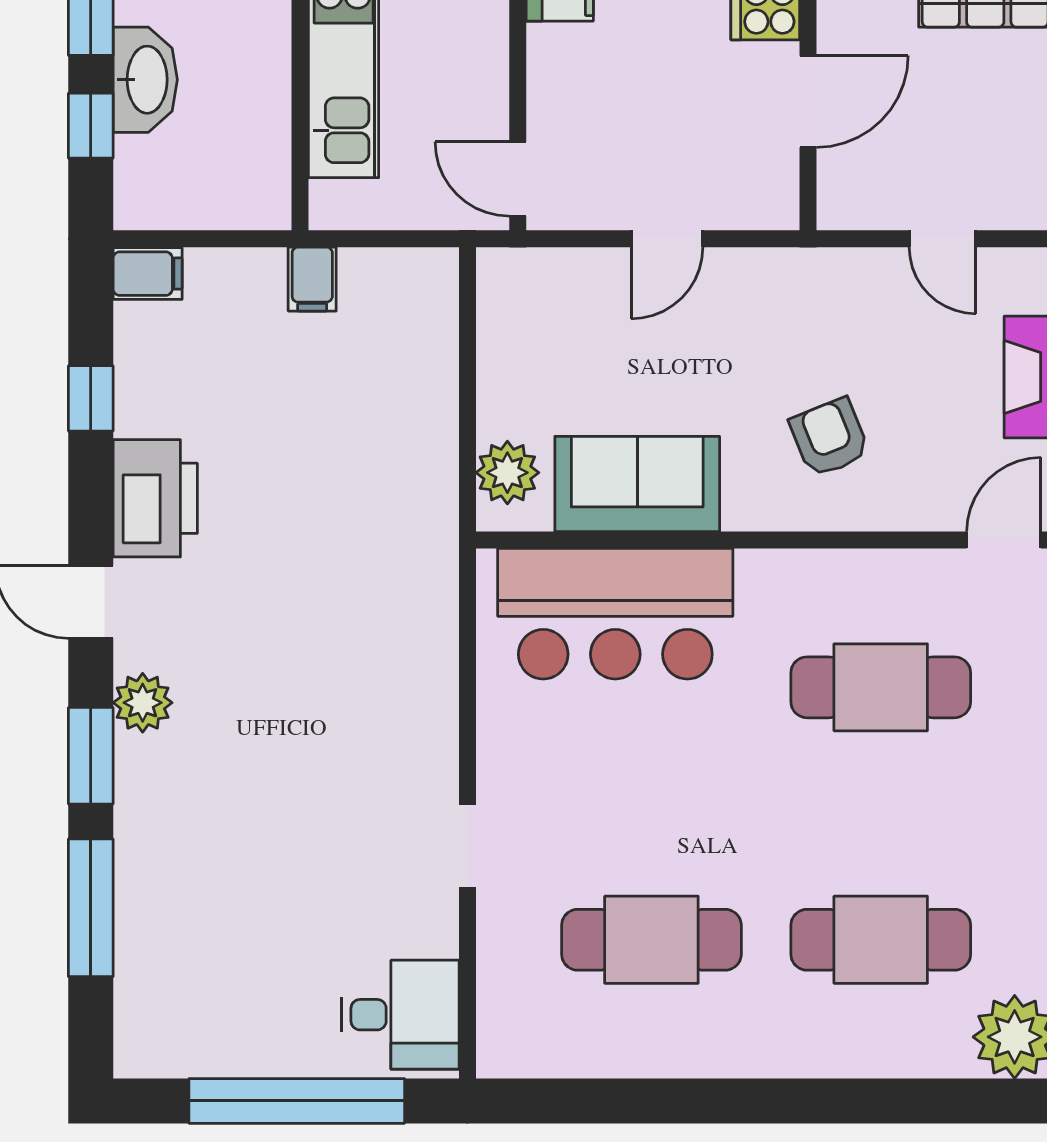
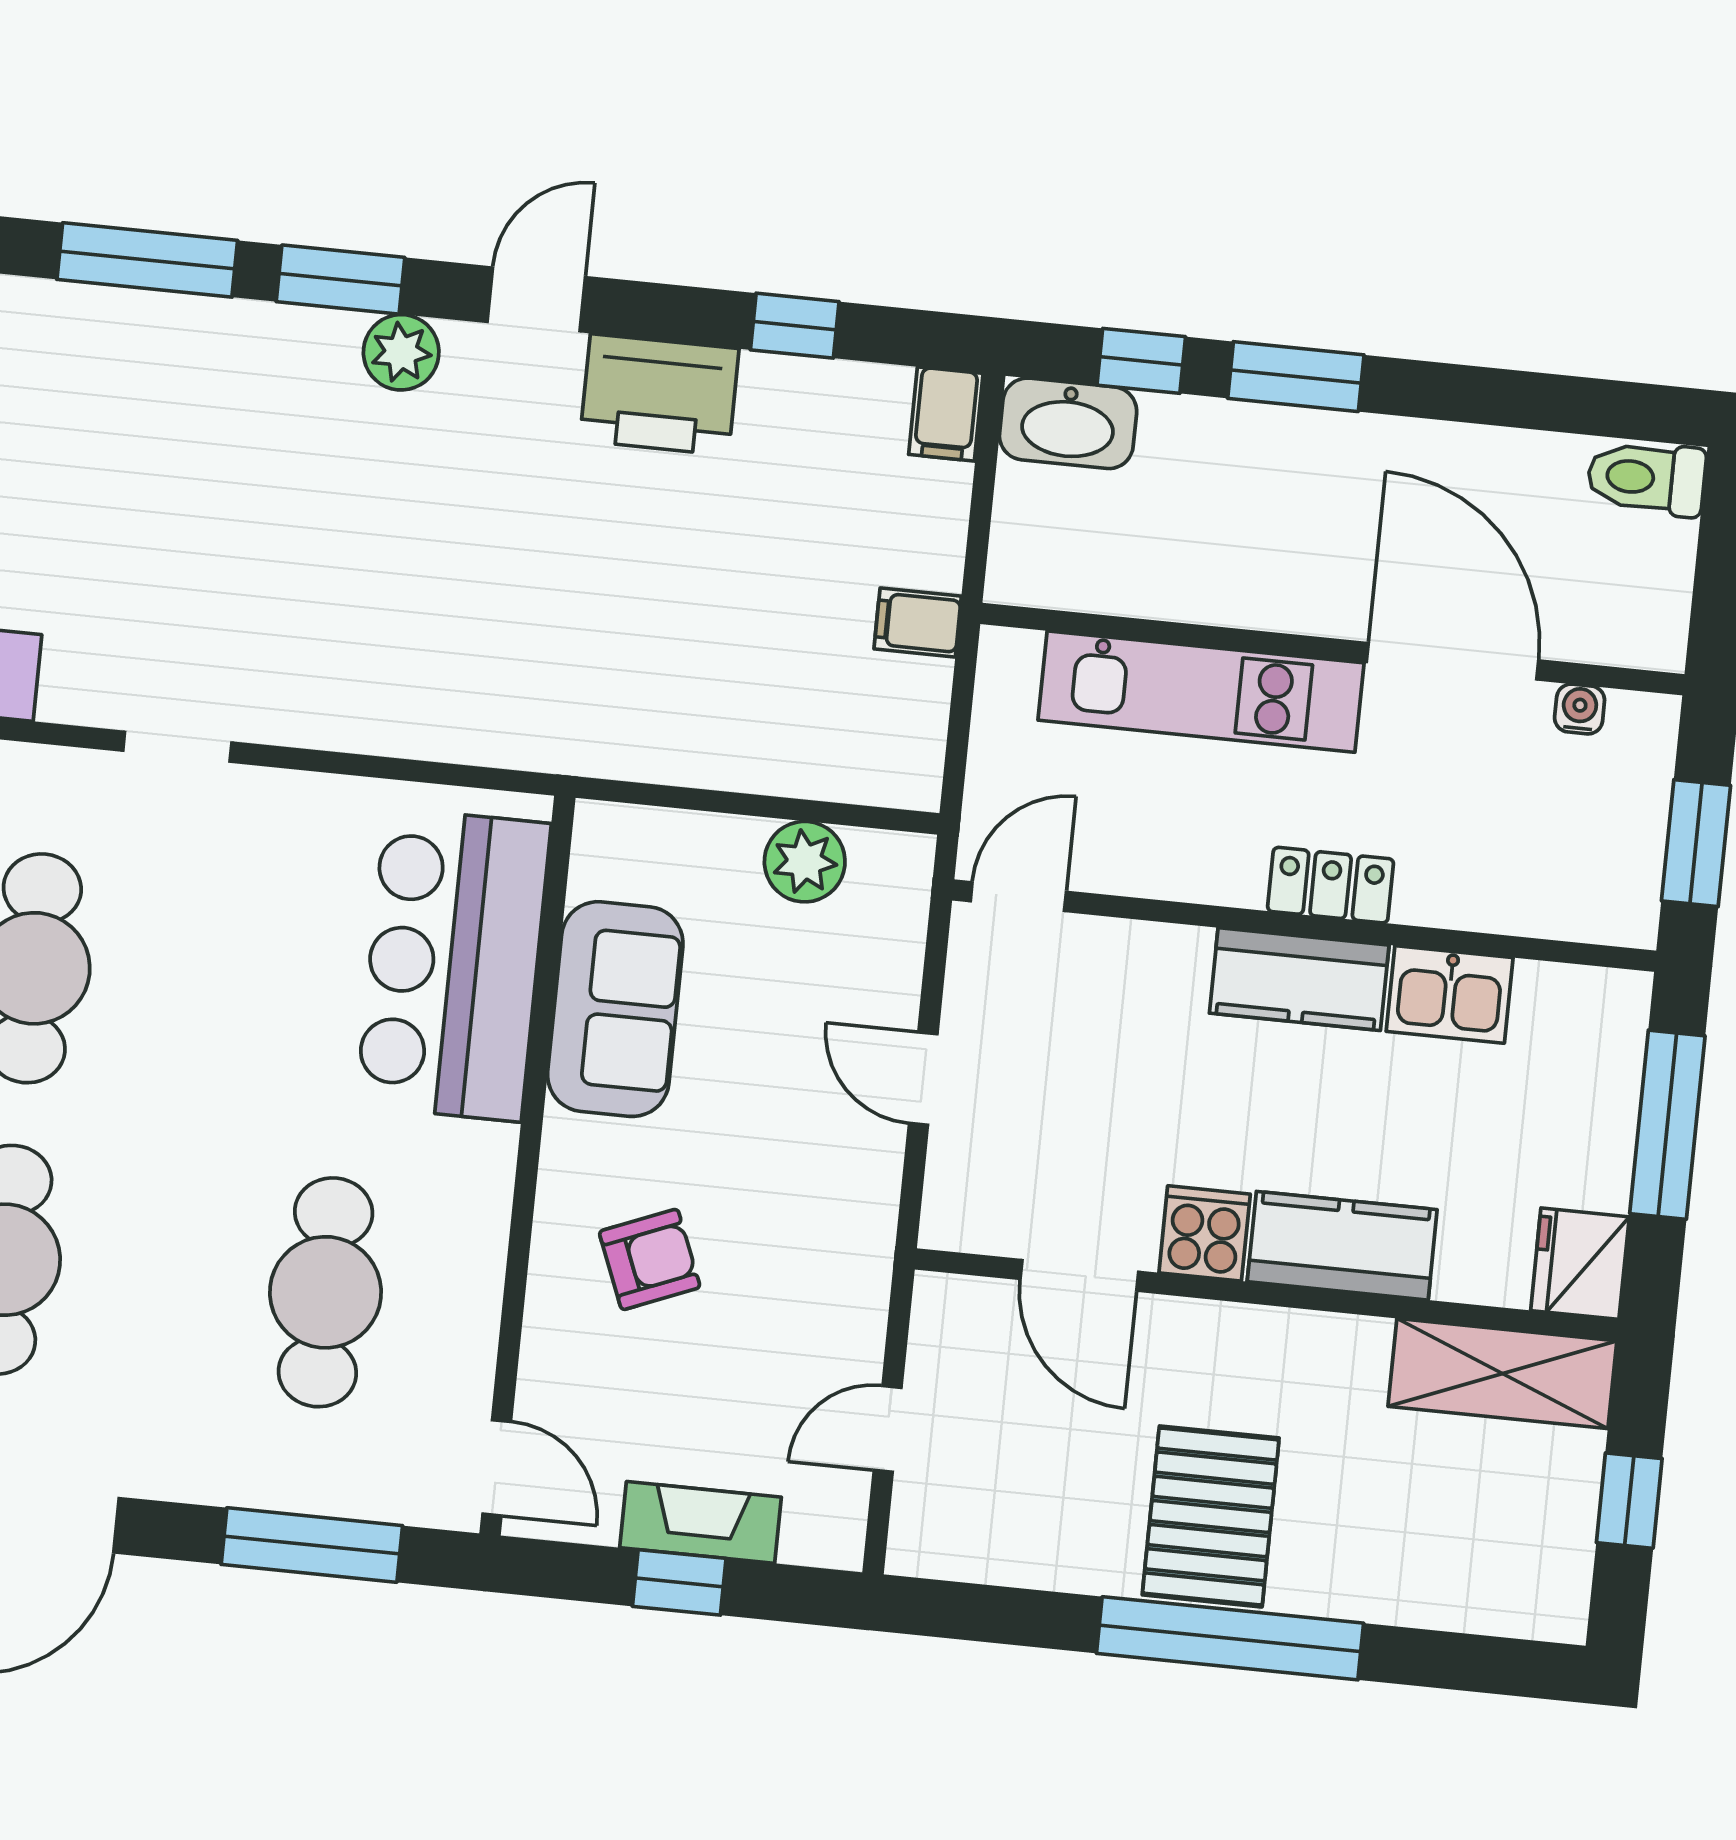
washbasin: (145, 80) -> (1068, 423), moved
plant: (507, 473) -> (805, 862), moved

